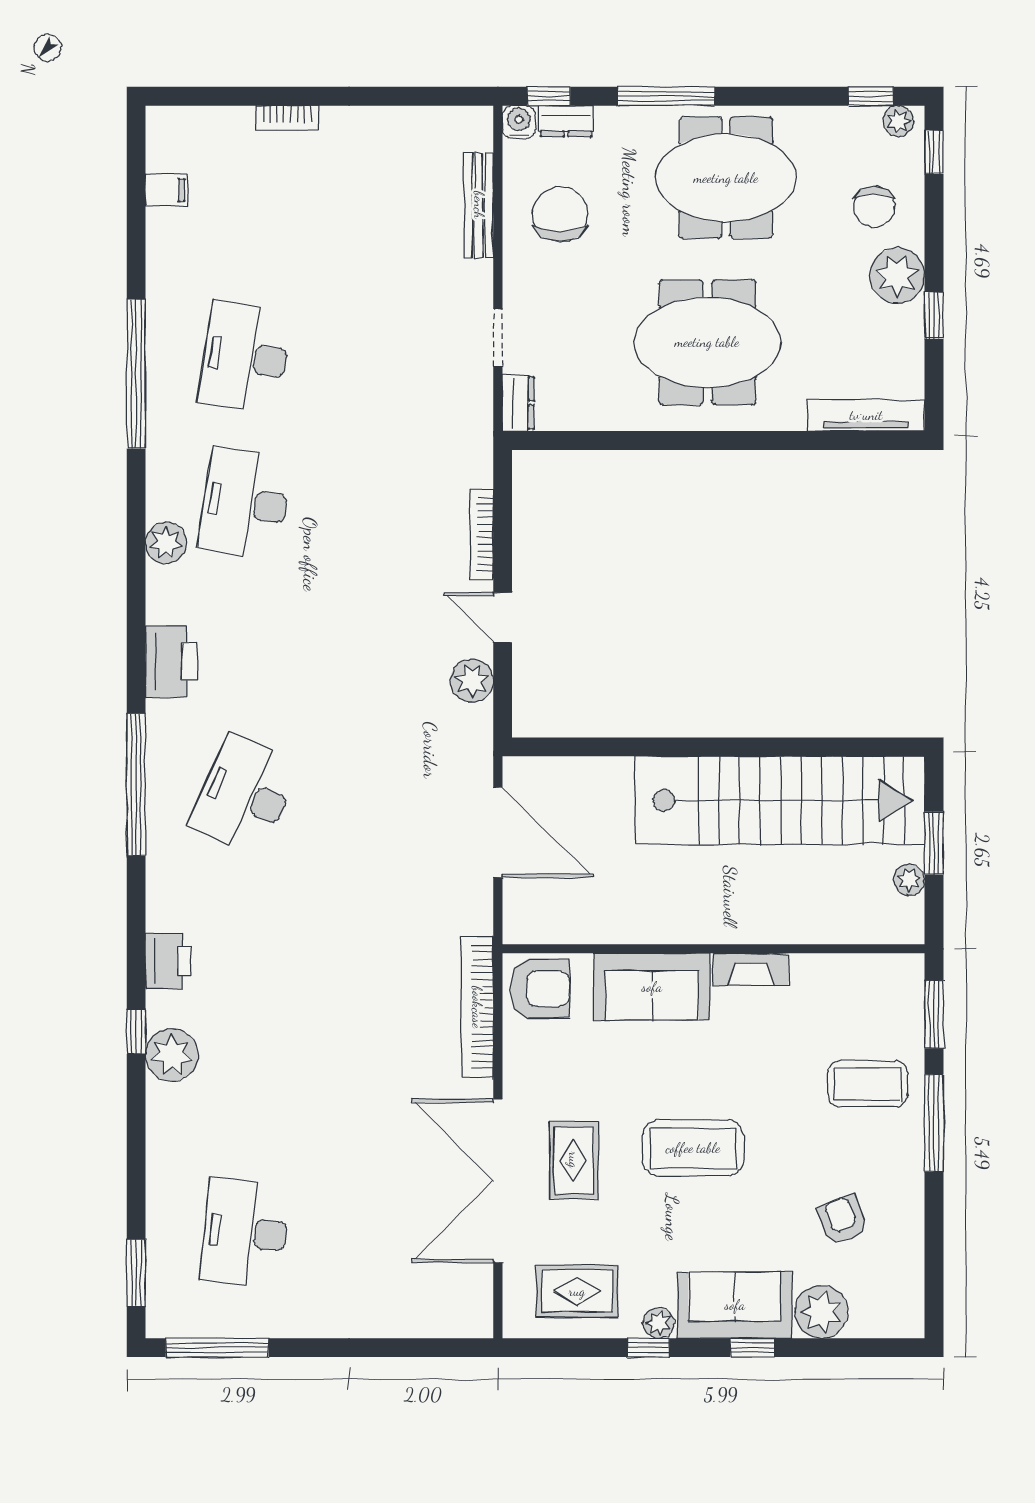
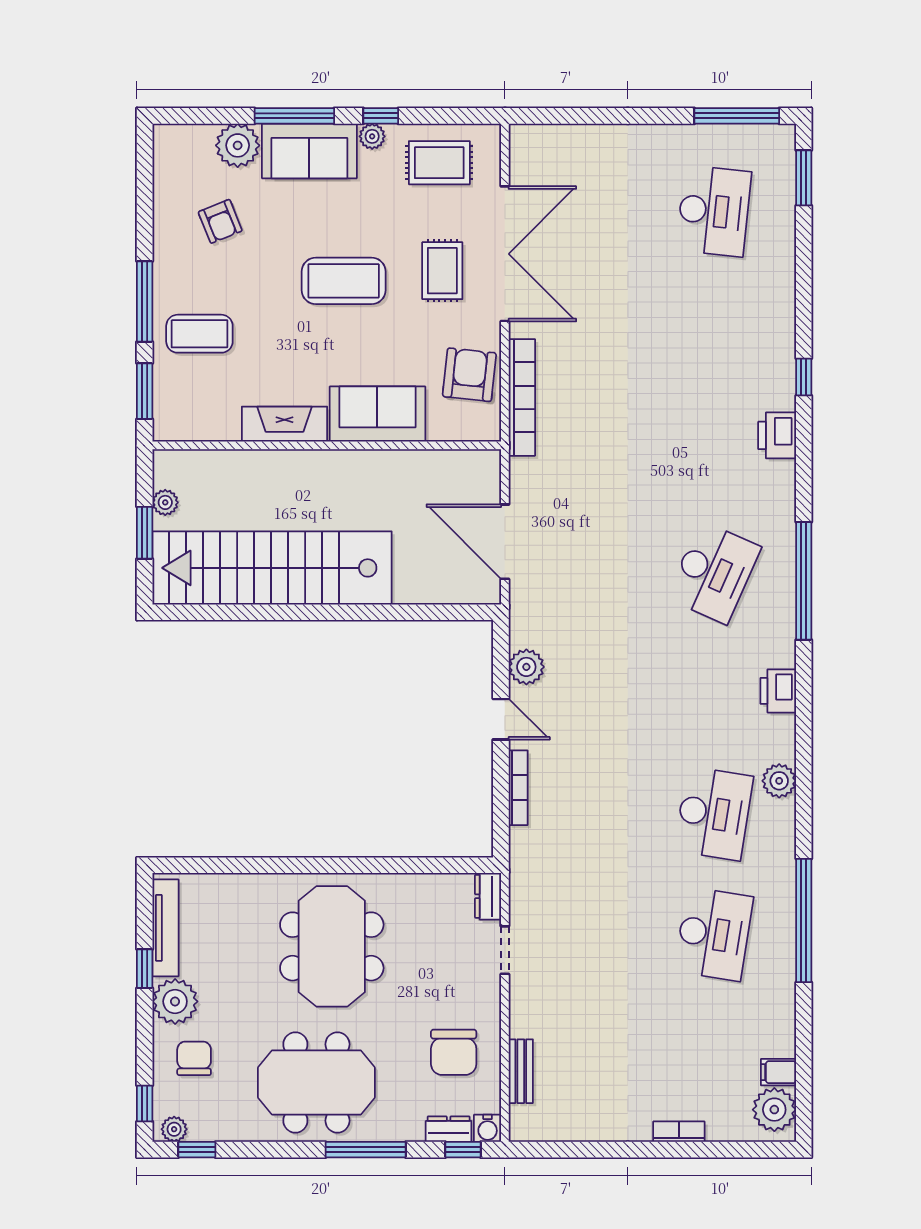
bench: (479, 205) -> (521, 1071), width x0.73
meeting table: (707, 342) -> (332, 946), turned 90
tv unit: (866, 415) -> (165, 928), moved, turned -90
printer: (171, 661) -> (778, 691), width x0.73, depth x0.84
fireplace: (751, 969) -> (285, 424), width x1.37, depth x1.32
armchair: (540, 989) -> (469, 375), moved, turned 96
plant: (172, 1055) -> (774, 1110), moved
window: (753, 1348) -> (294, 116), width x2.17

